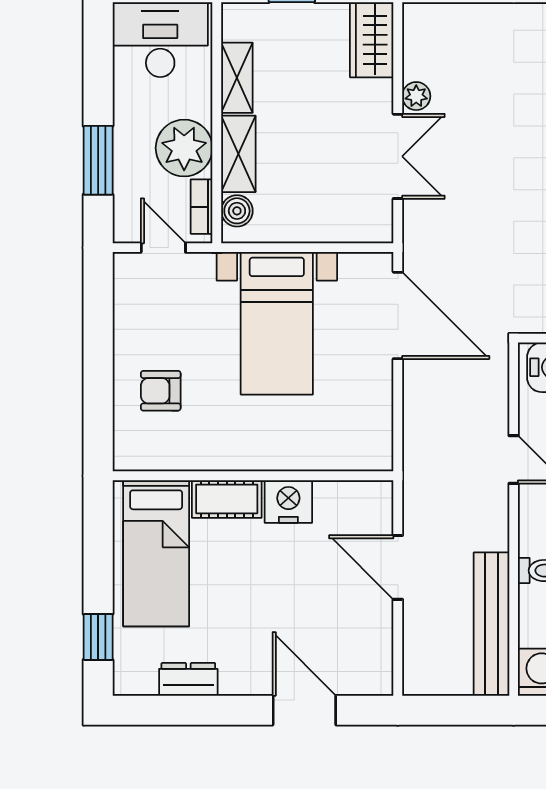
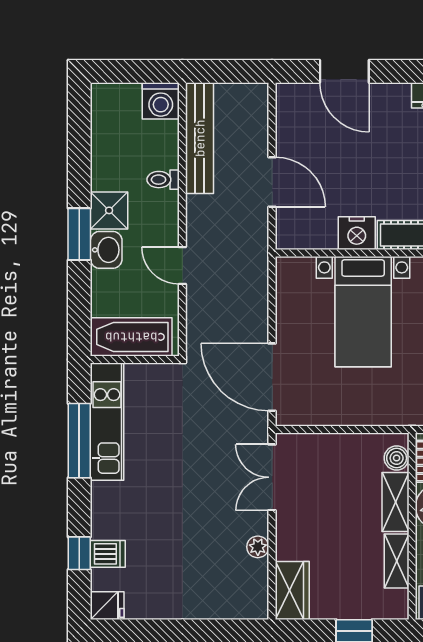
double door: (398, 156) -> (272, 477), moved
bed with nightstands: (277, 323) -> (363, 312), moved, turned 180

